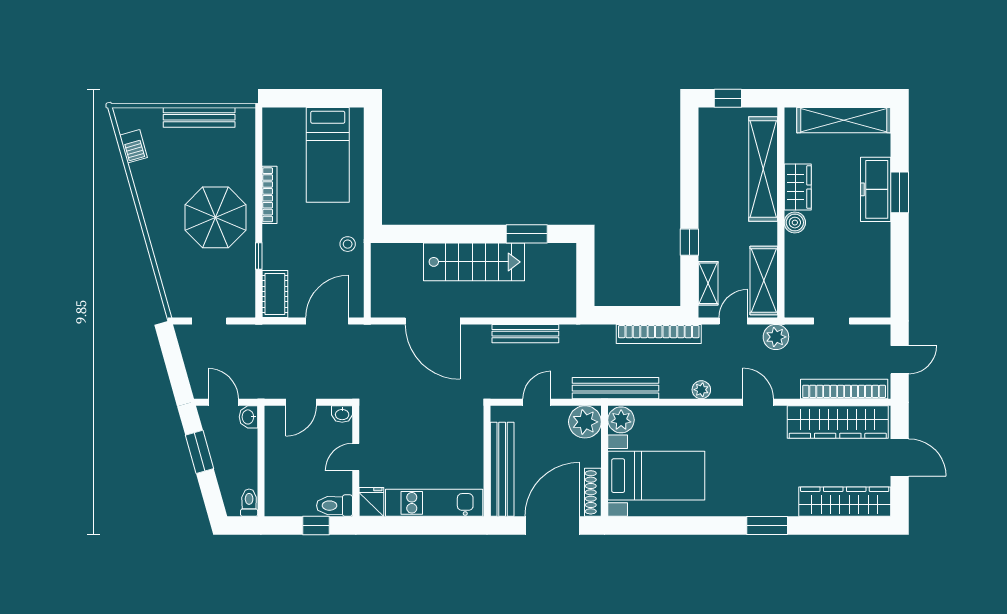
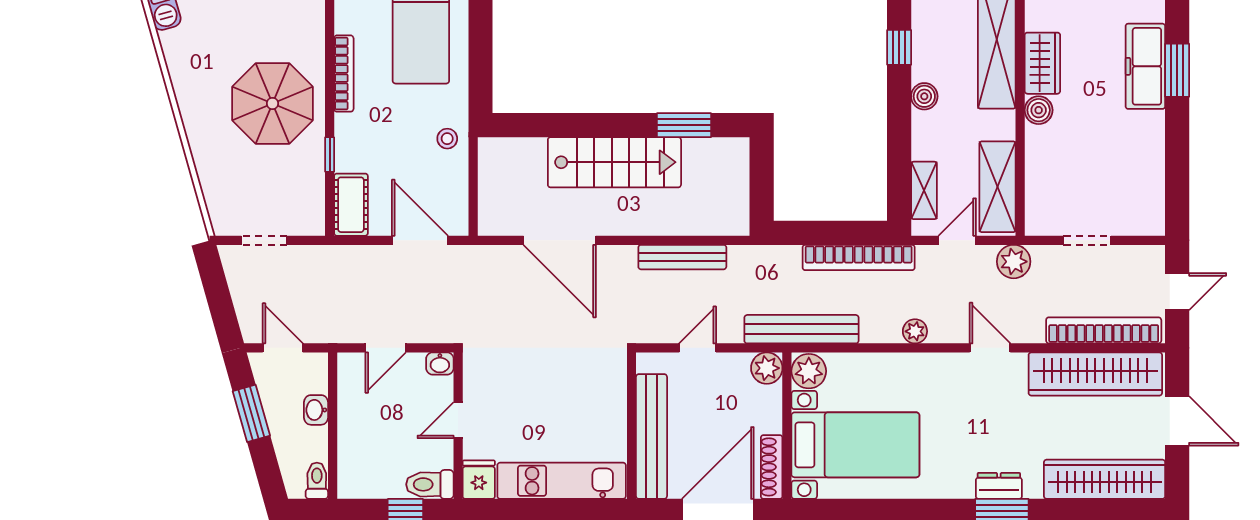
boiler: (708, 212) -> (924, 96), added
window: (689, 242) -> (899, 47), moved
door: (327, 321) -> (420, 240), hinge flipped
washbasin: (248, 417) -> (316, 410), moved
plant: (585, 422) -> (767, 368), width x0.73, depth x0.73
dresser: (765, 507) -> (999, 486), added

